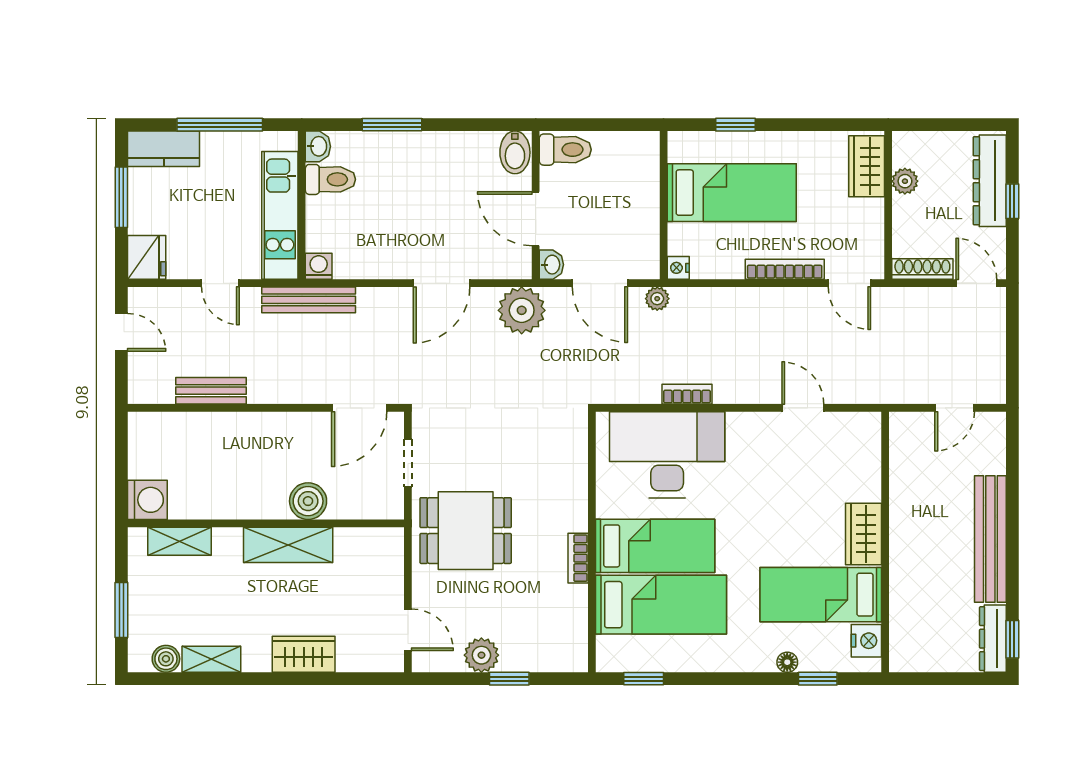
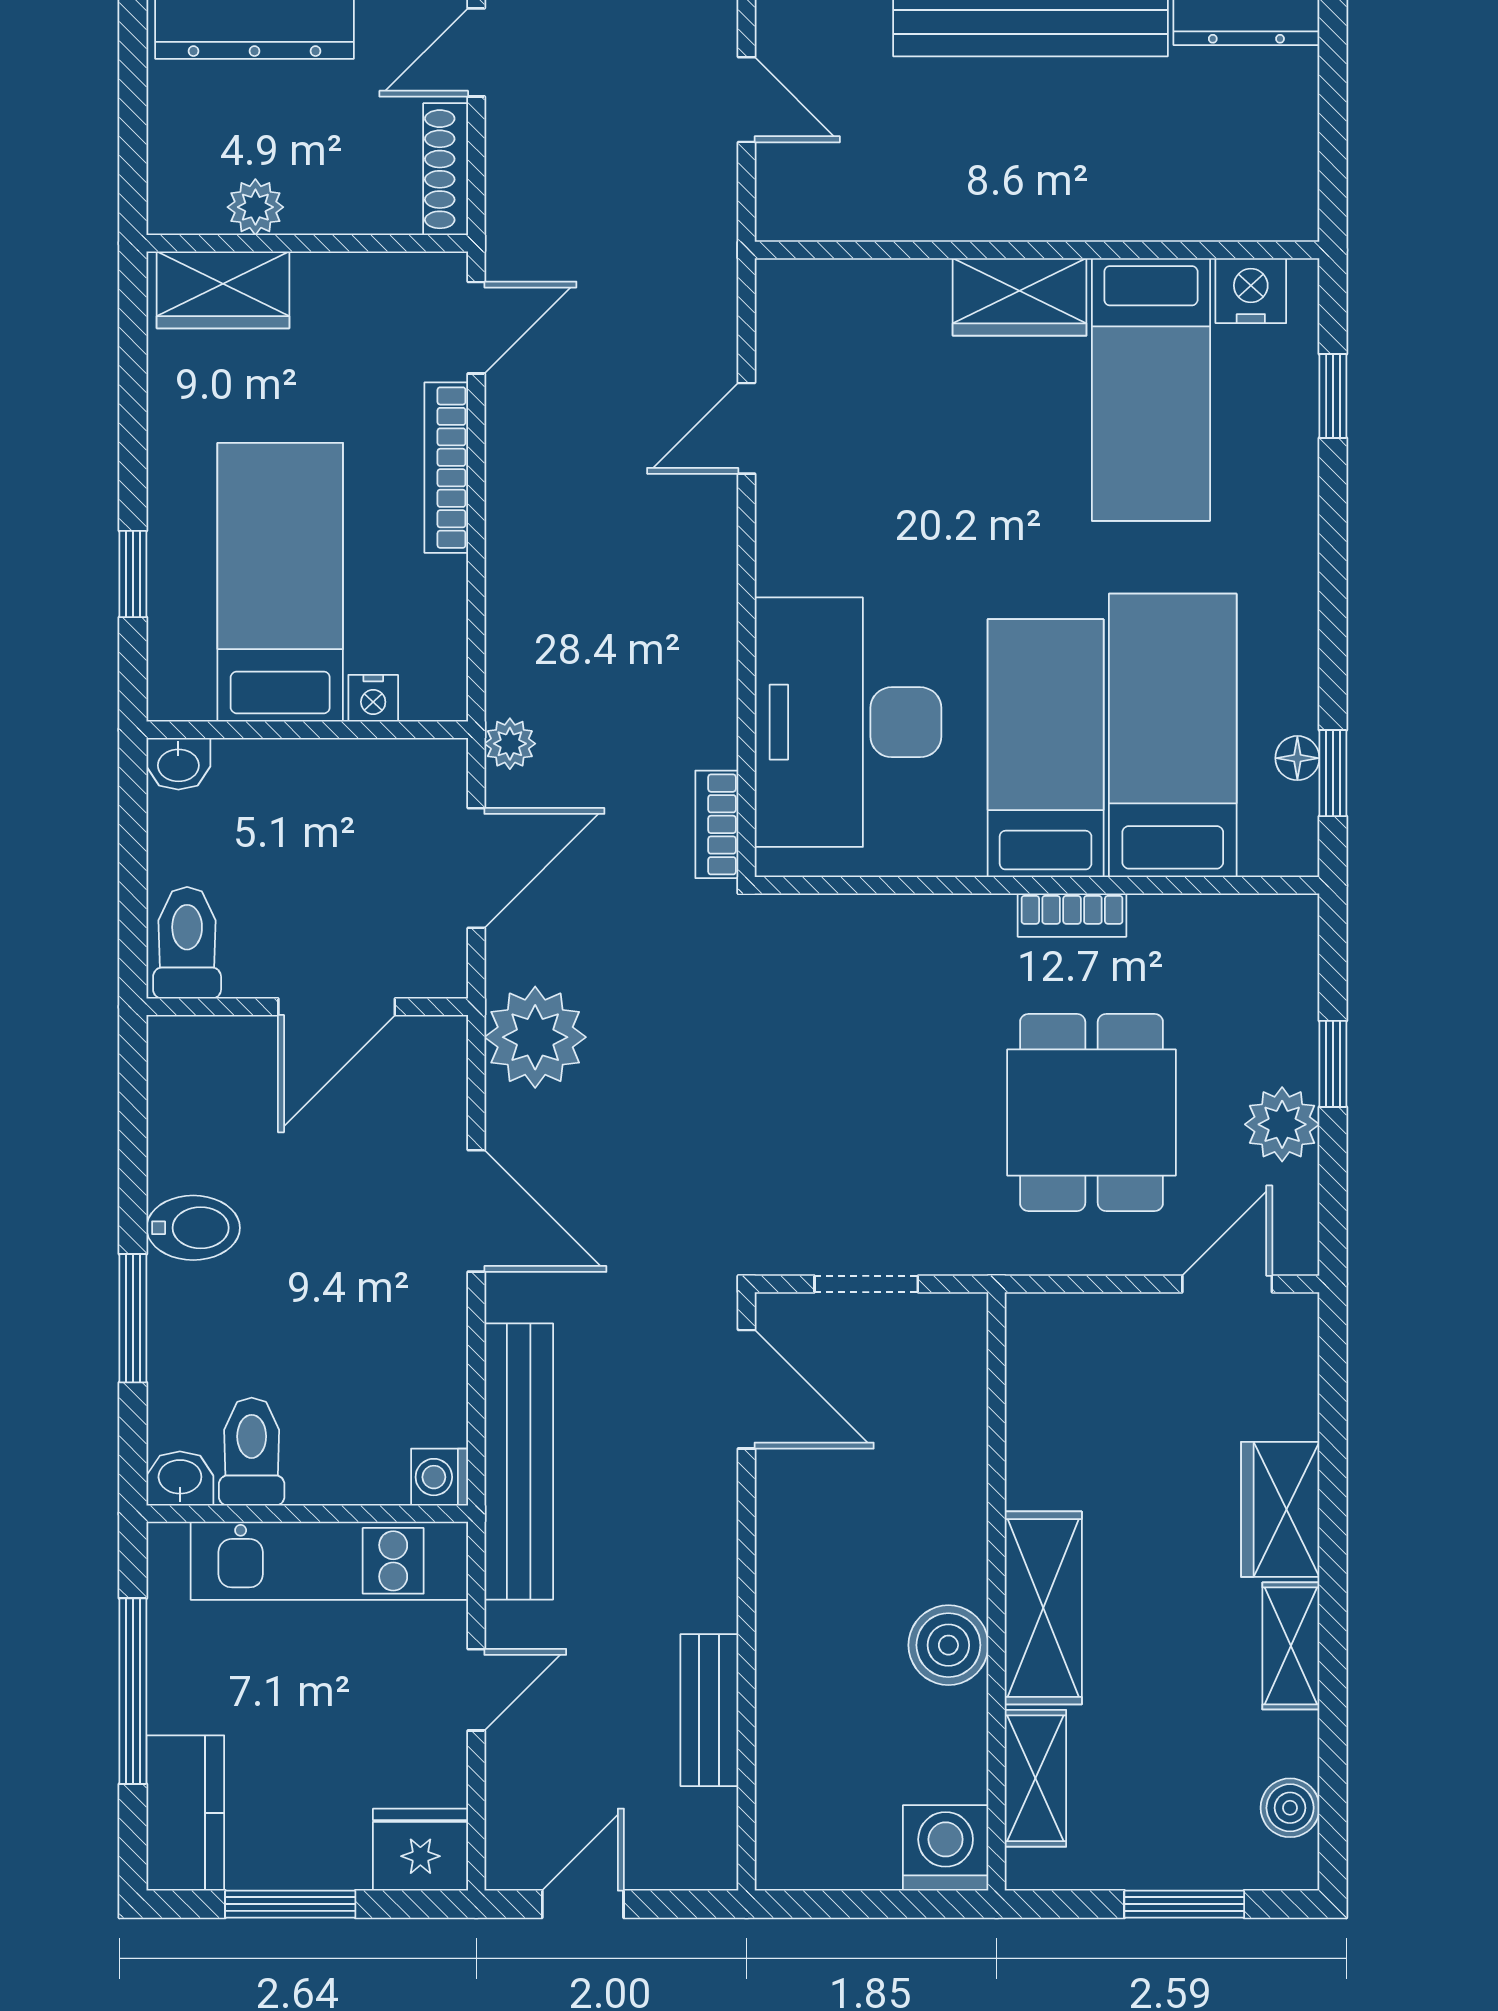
bidet: (515, 152) -> (193, 1228), moved
washbasin: (551, 265) -> (178, 764), moved, turned 180
nightstand: (678, 268) -> (373, 698), moved
bench: (309, 300) -> (519, 1462), width x1.37, depth x1.21
bookcase: (687, 394) -> (717, 824), moved
boiler: (308, 501) -> (948, 1645), moved
dining table: (466, 531) -> (1092, 1112), moved
shelving: (288, 545) -> (1043, 1608), moved
shelving: (211, 659) -> (1291, 1646), moved
floor lamp: (787, 662) -> (1297, 758), moved

